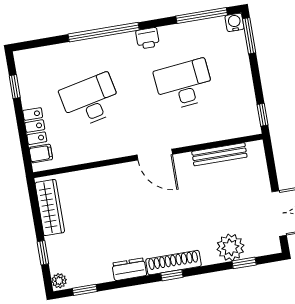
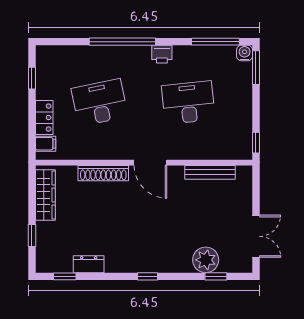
shoe rack: (173, 263) -> (103, 173), moved, turned 180
dresser: (129, 269) -> (89, 264), moved
plant: (59, 281) -> (43, 264), removed

